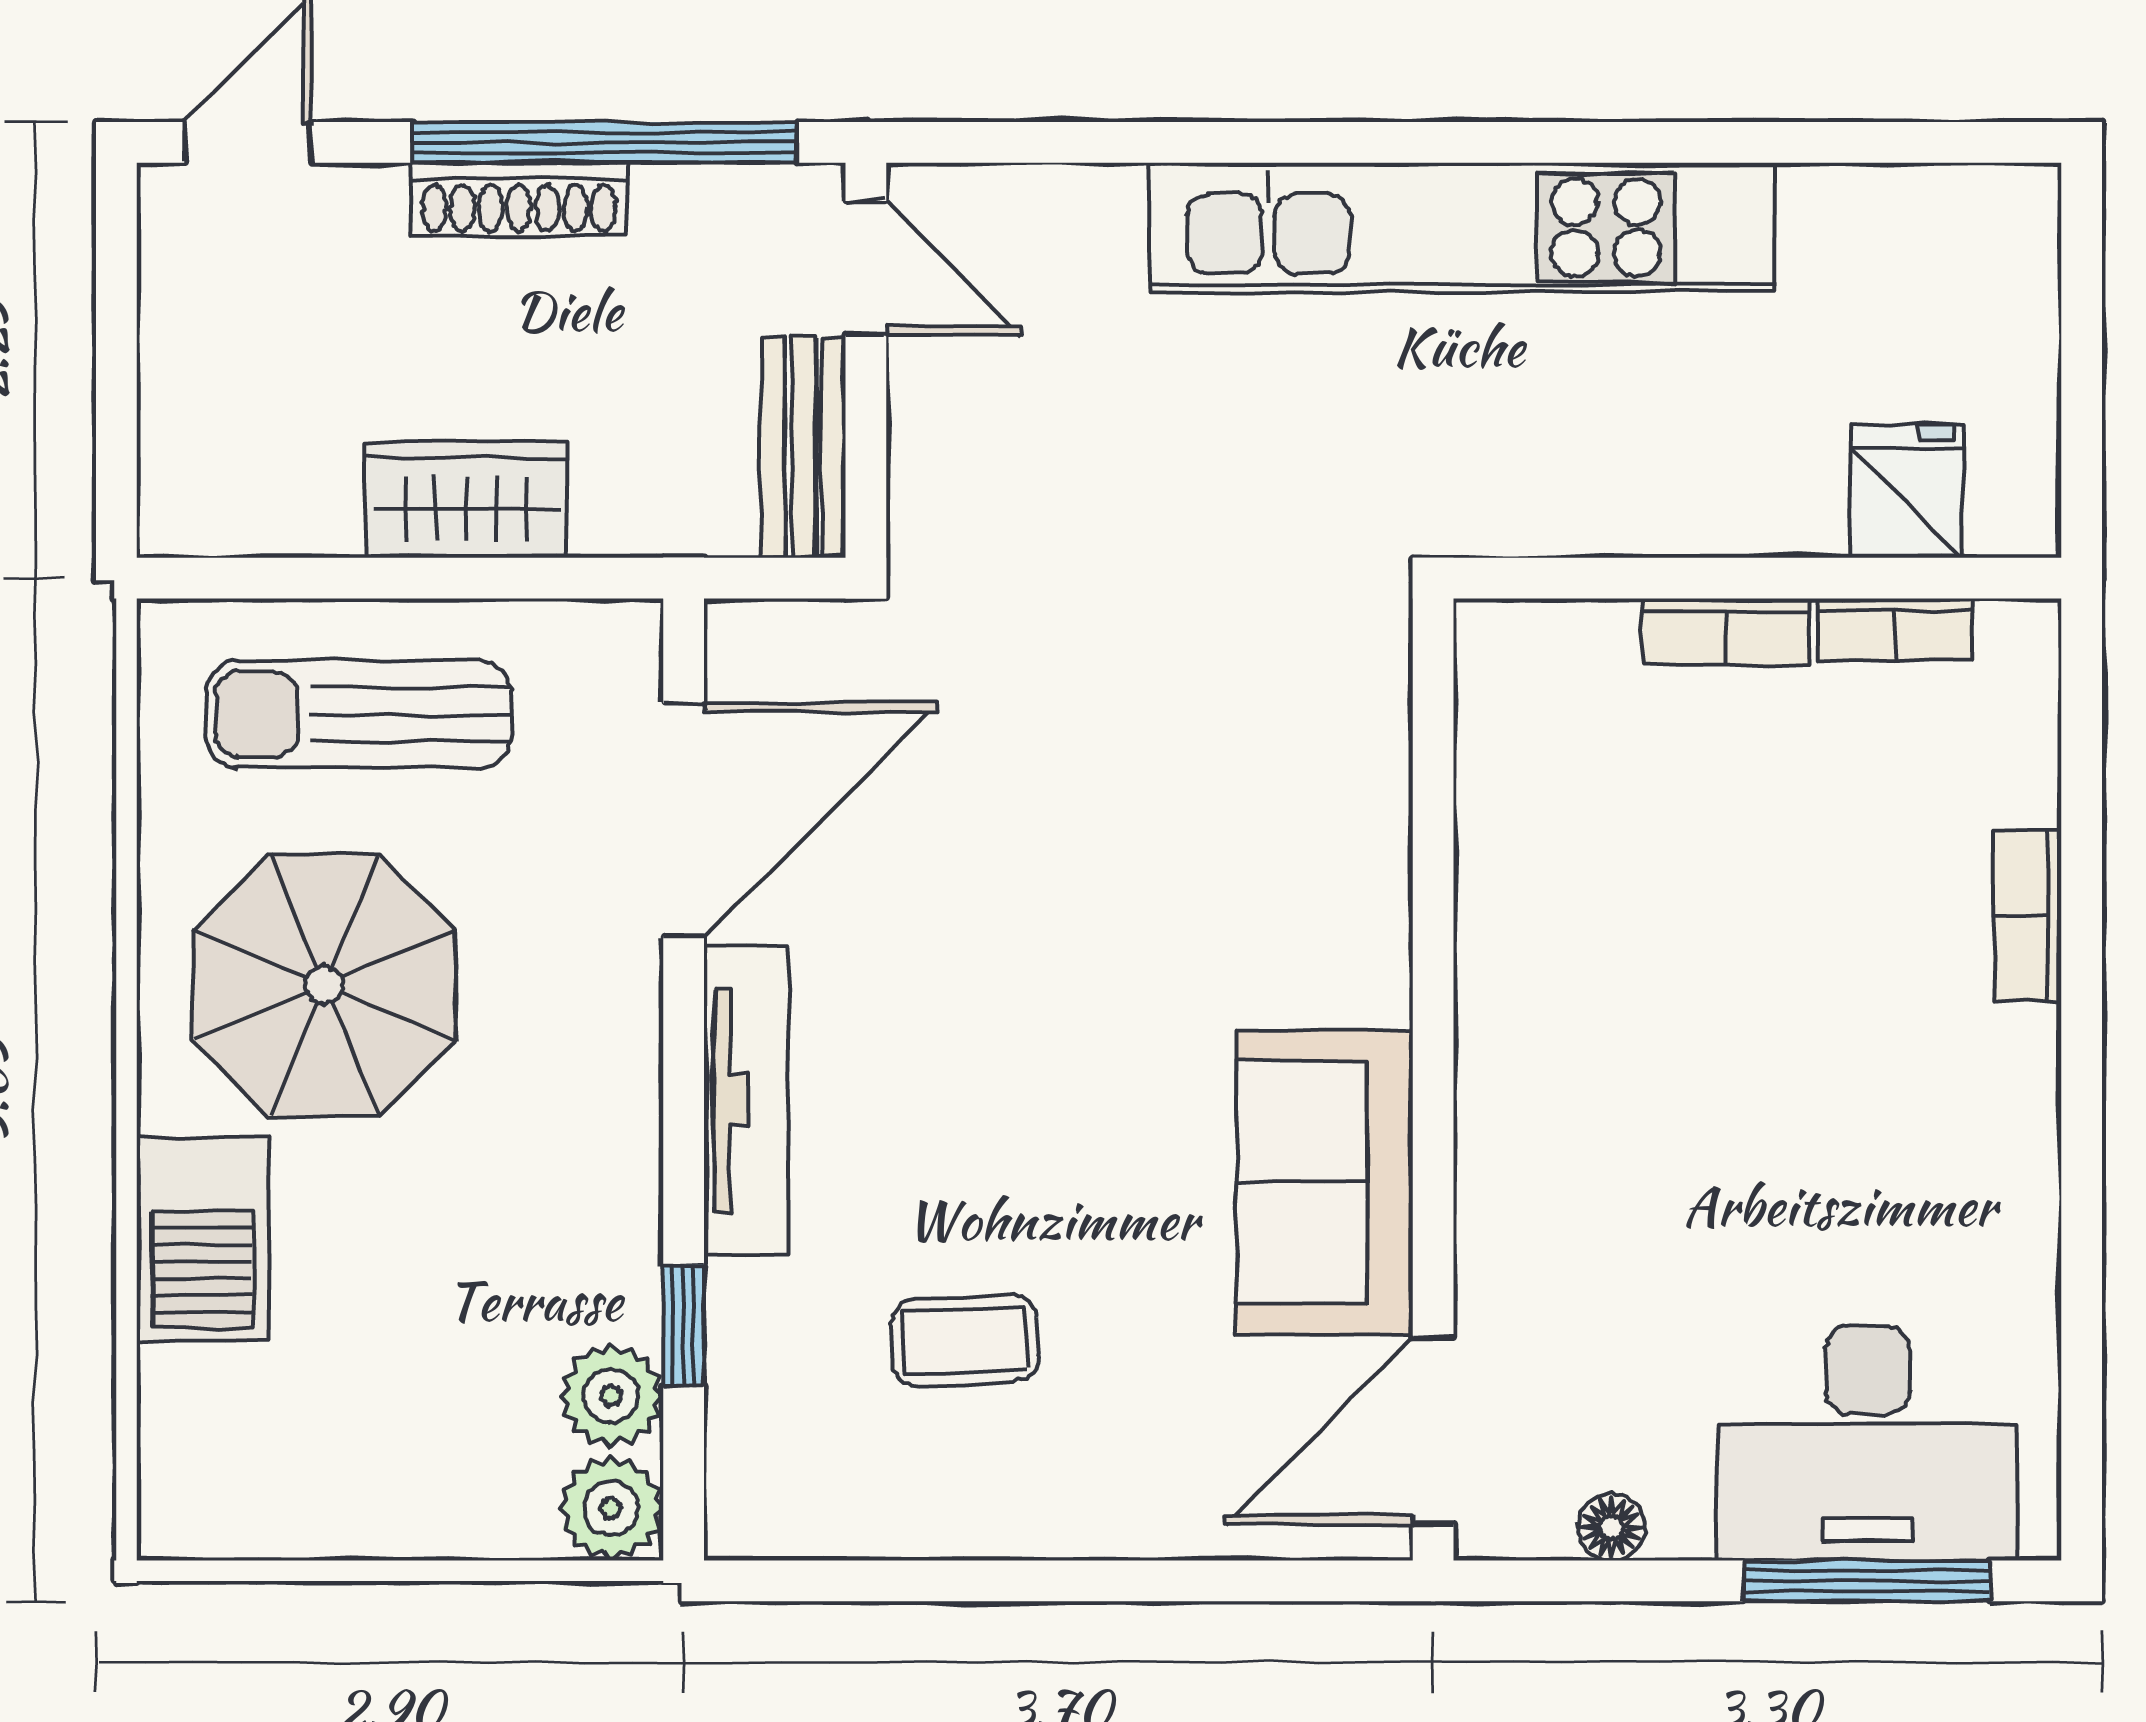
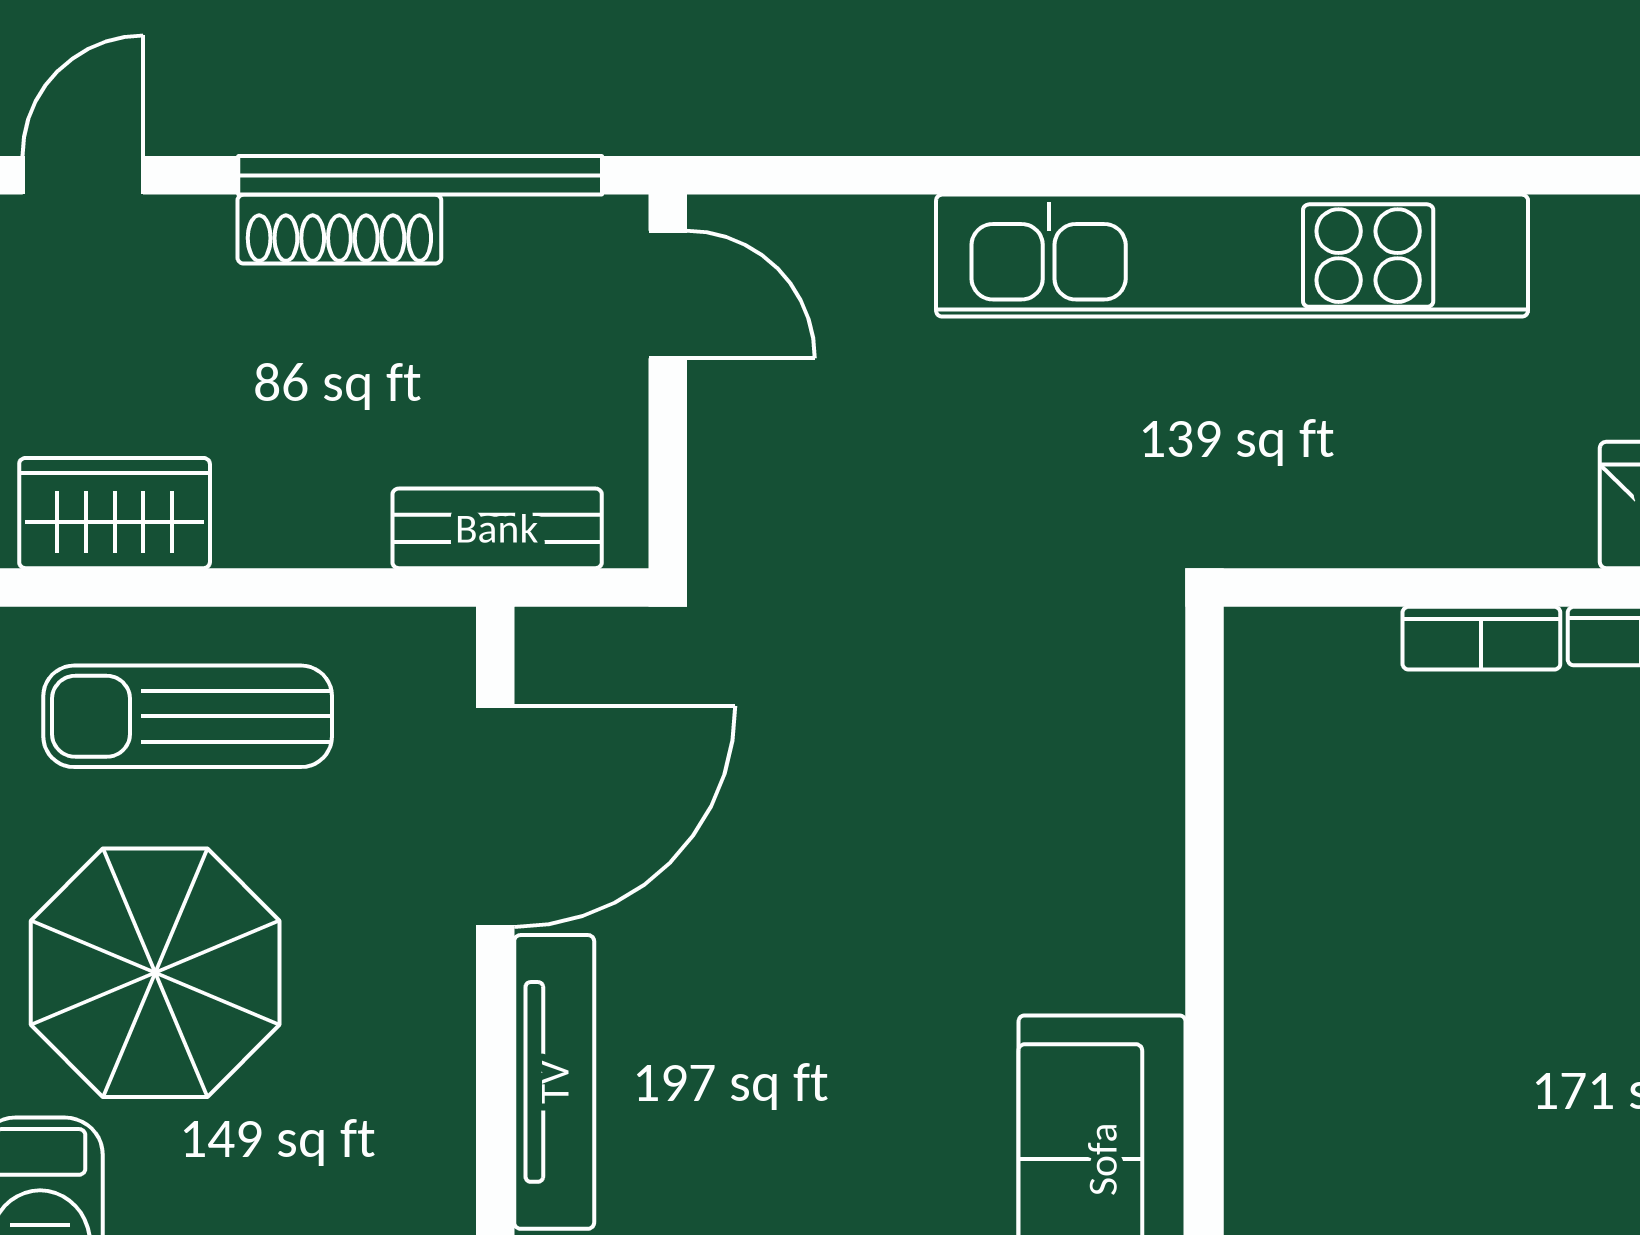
bench: (803, 447) -> (497, 528), moved, turned 90
wardrobe: (466, 499) -> (115, 513), moved

